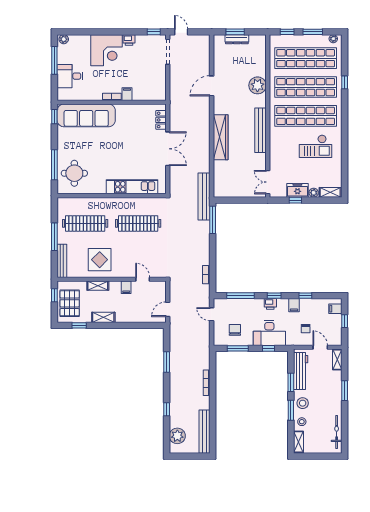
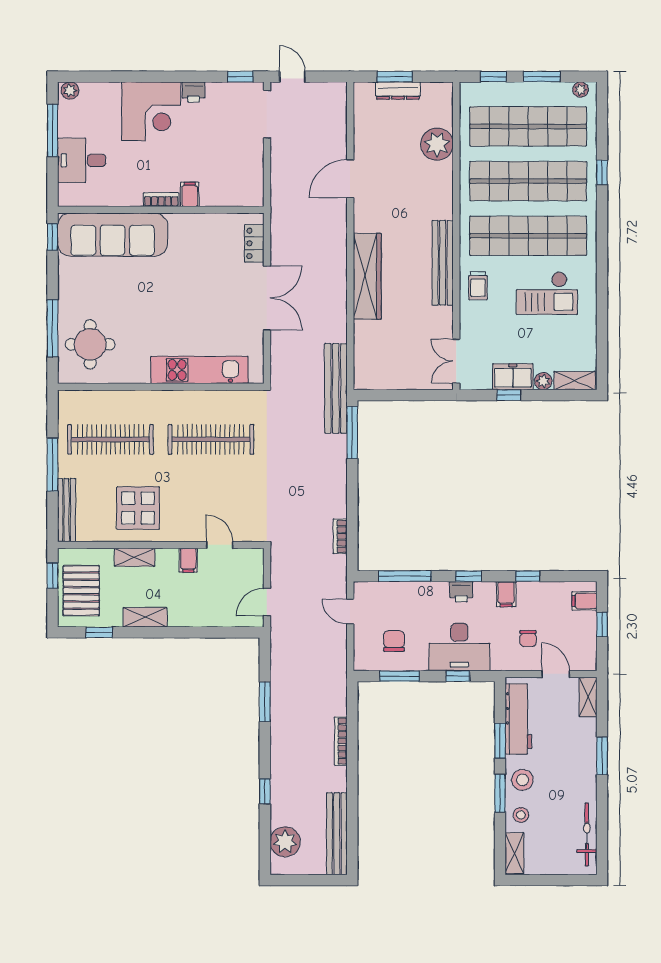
plant: (257, 85) -> (437, 144), moved
trolley: (279, 142) -> (478, 286), added

